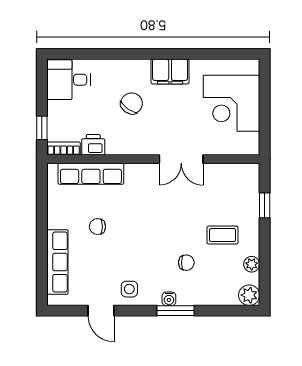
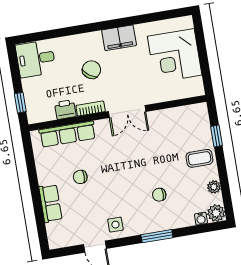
bookcase: (64, 149) -> (91, 109), moved
double door: (181, 159) -> (127, 112), moved
coffee table: (222, 235) -> (199, 158), moved
row of seats: (57, 262) -> (50, 203), width x0.68
chair: (186, 263) -> (159, 195), turned 180
water cooler: (169, 299) -> (201, 219), moved

